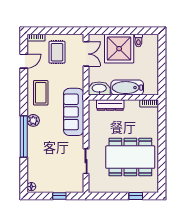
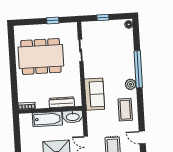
door: (24, 61) -> (142, 137), hinge flipped
sofa: (74, 112) -> (94, 94), width x0.73
window: (136, 196) -> (53, 20), moved

